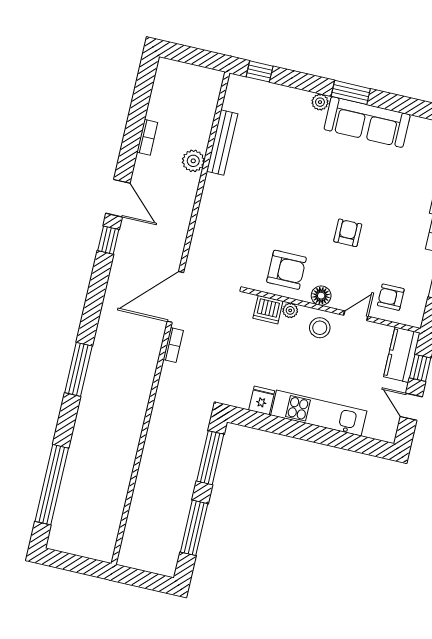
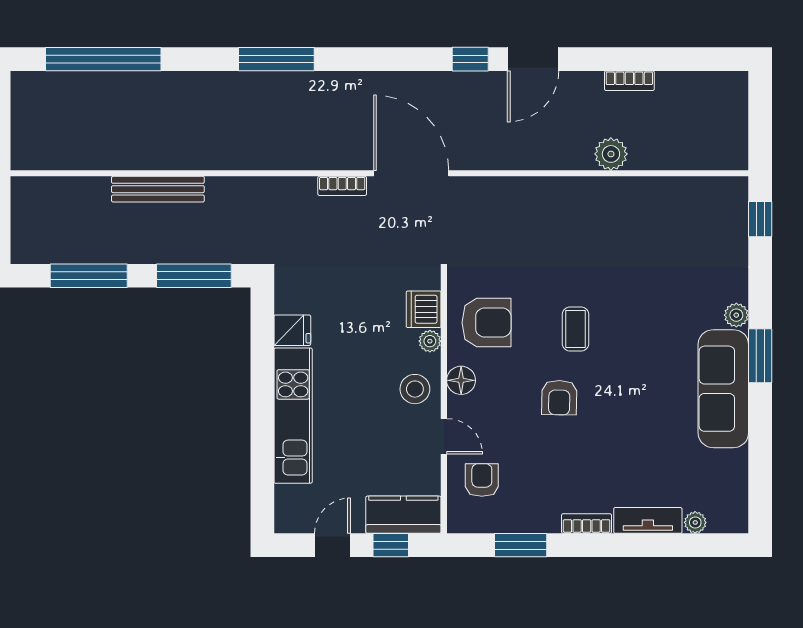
bench: (222, 142) -> (158, 189), moved
coffee table: (305, 211) -> (576, 329), added
armchair: (348, 233) -> (559, 398), turned 91
armchair: (286, 270) -> (487, 323), turned -90

